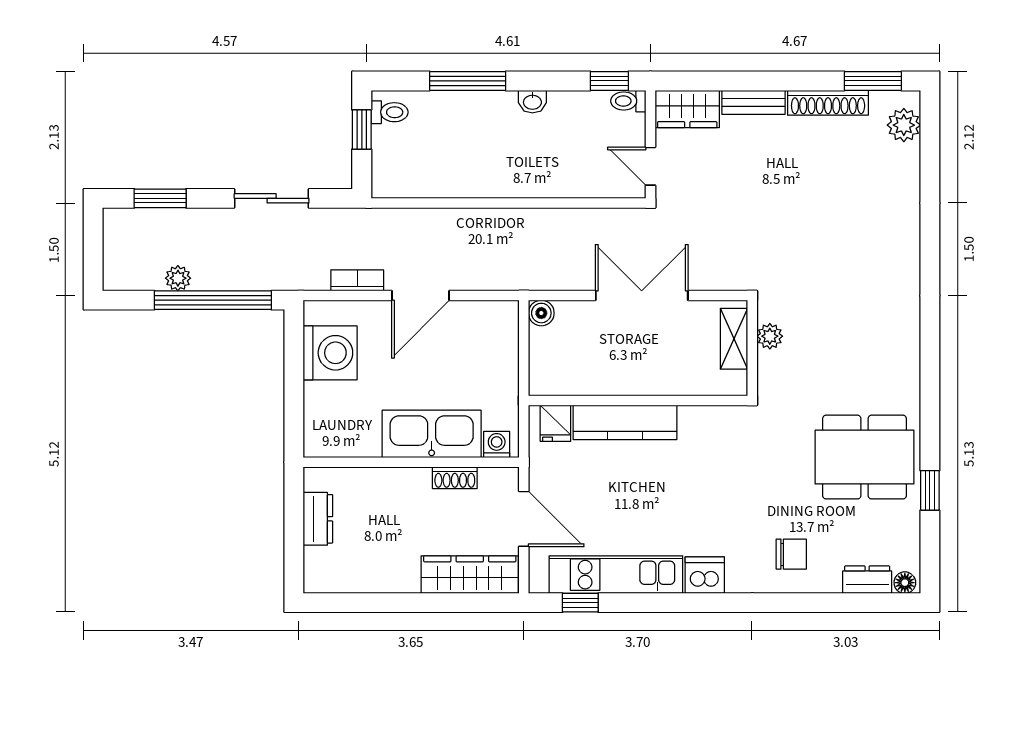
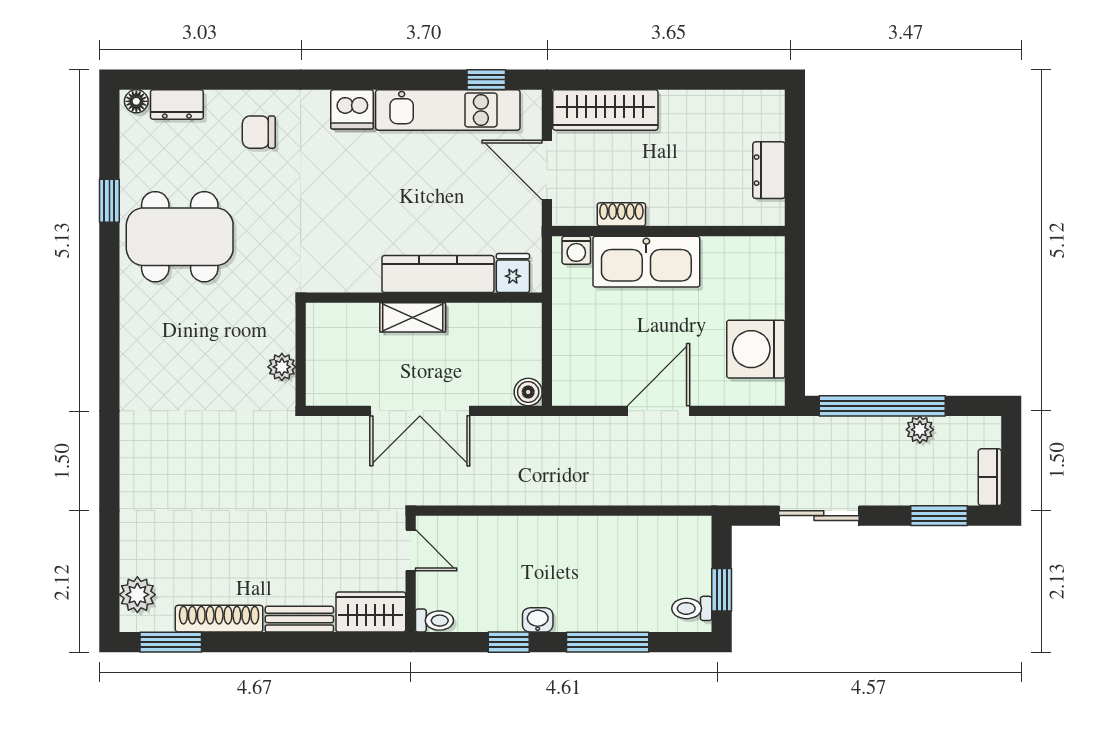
window: (609, 81) -> (509, 642), moved
bookcase: (357, 280) -> (990, 477), moved, turned 90
shelving: (734, 339) -> (413, 317), moved, turned 90

